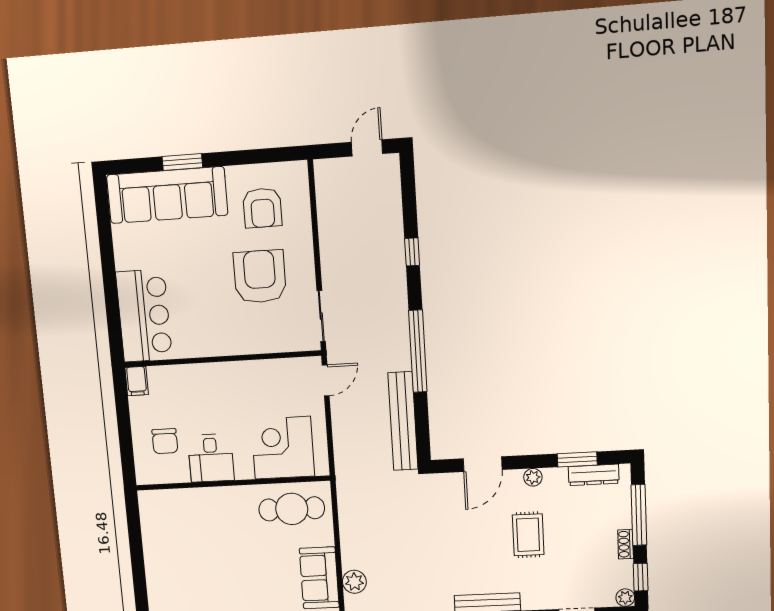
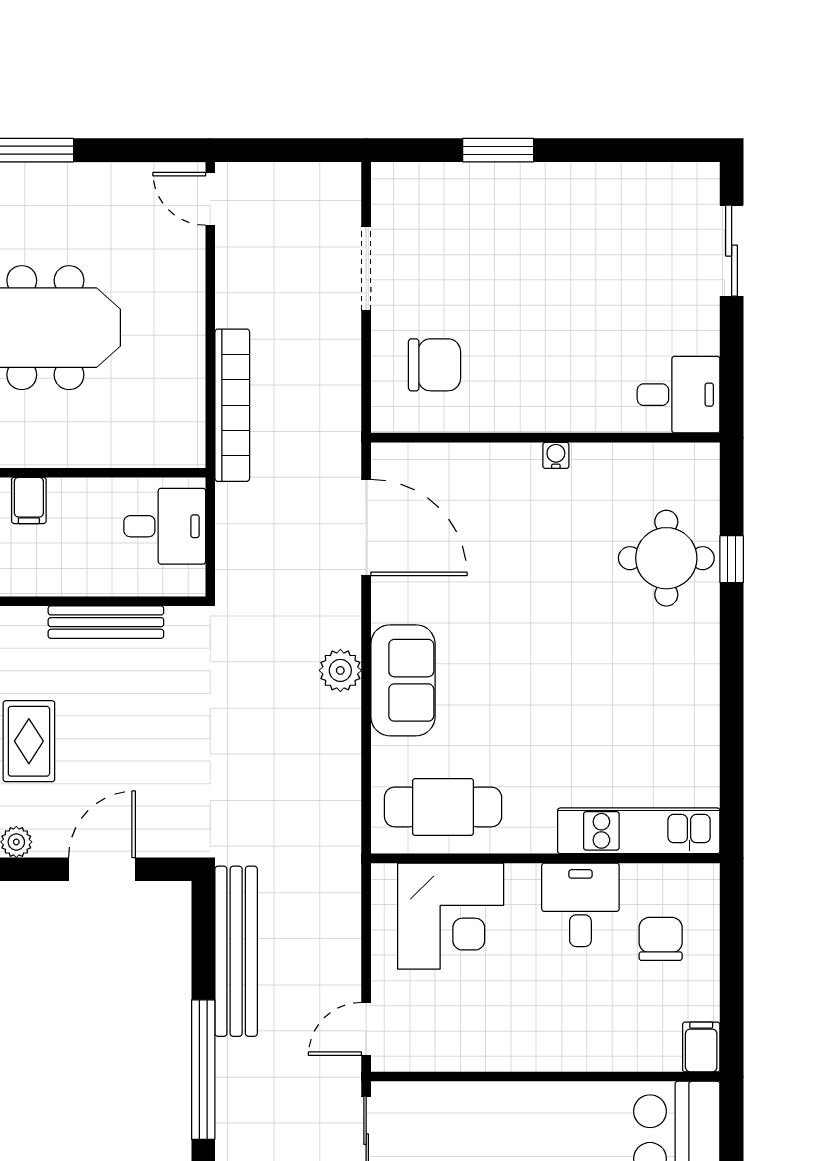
kitchen unit: (183, 501) -> (639, 831), added

